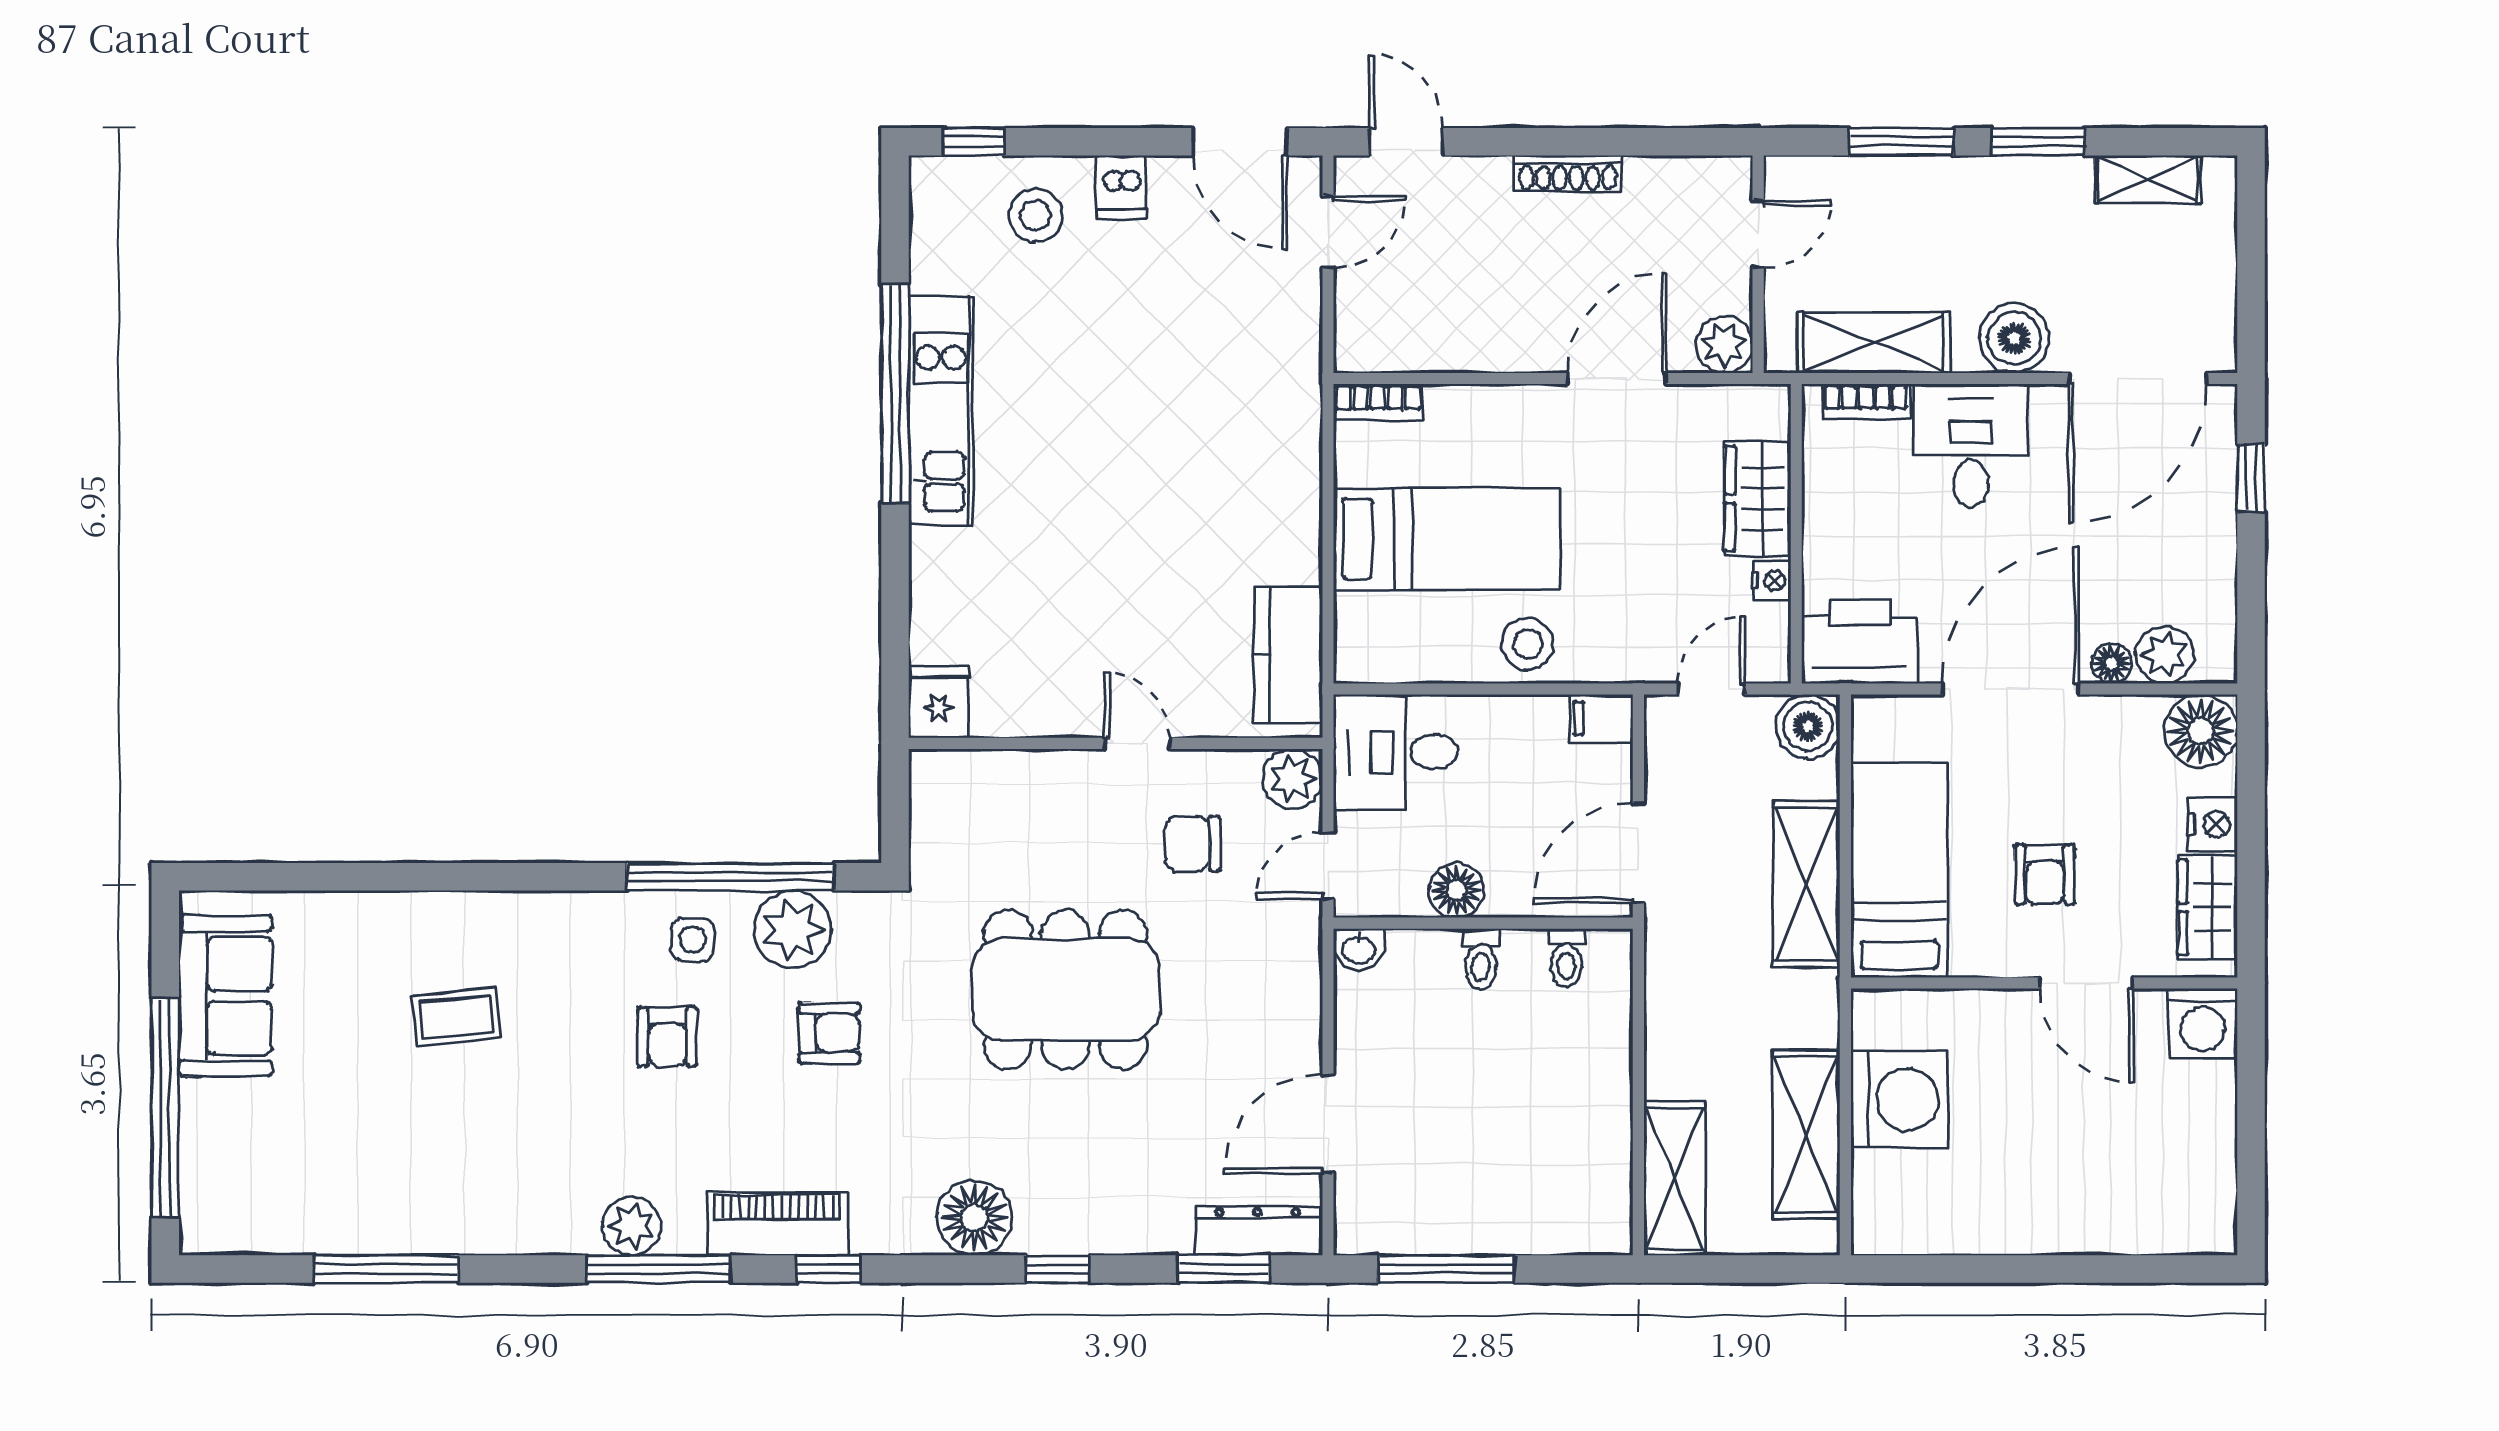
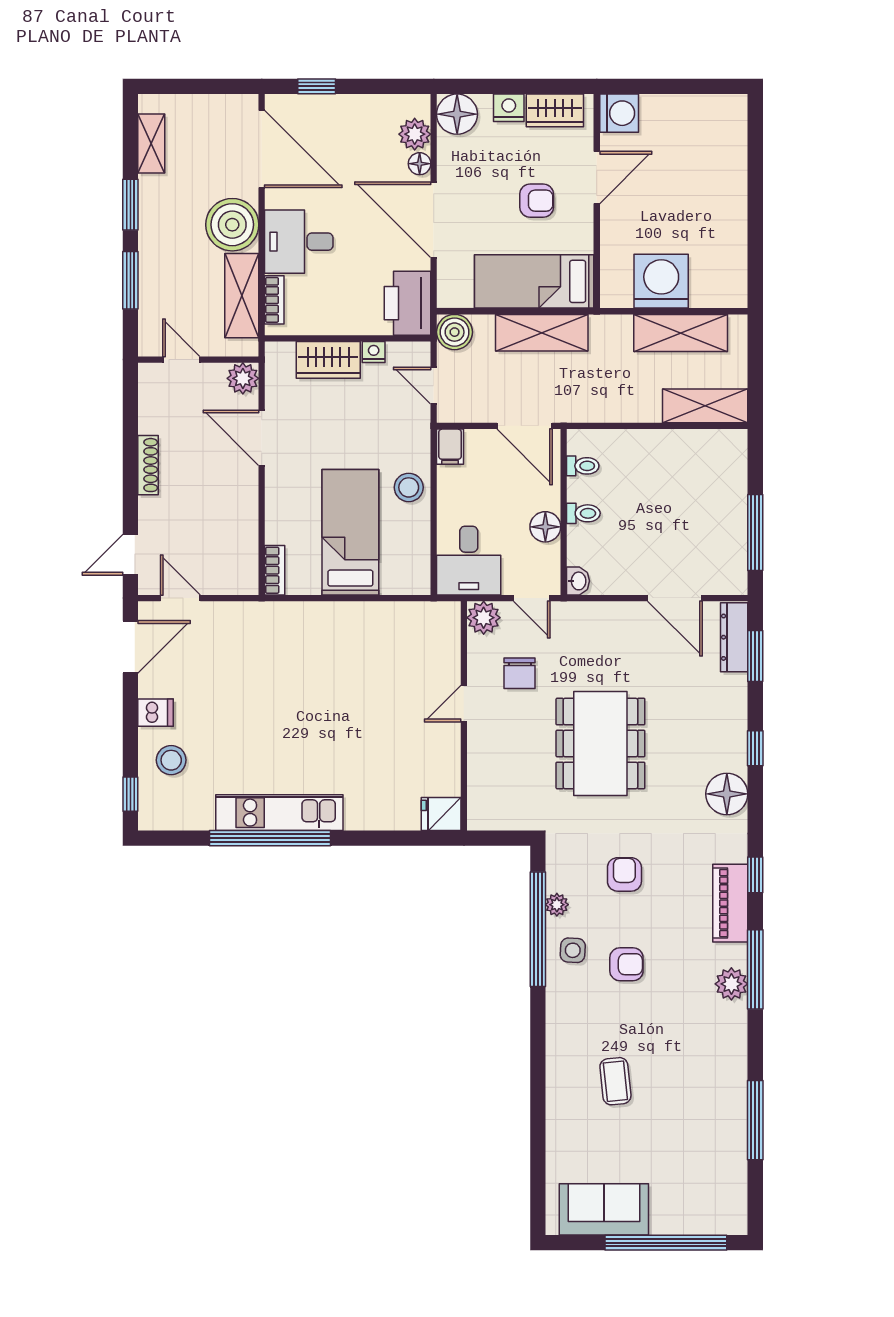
boiler: (2014, 338) -> (232, 225), width x1.37, depth x1.37
kitchen counter: (1288, 655) -> (415, 620), removed
plant: (793, 929) -> (557, 905), width x0.53, depth x0.53

